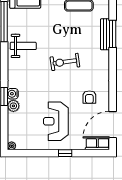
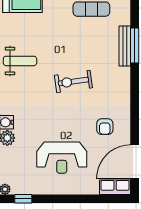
reception desk: (56, 121) -> (62, 158), turned -90
window: (65, 153) -> (23, 199), moved

